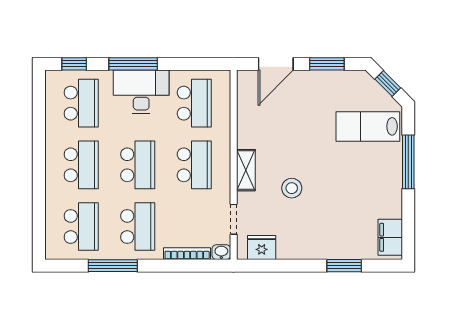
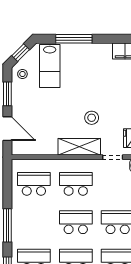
stool: (356, 86) -> (22, 74), added
desk: (141, 92) -> (26, 220), removed
shelving: (246, 170) -> (79, 147), width x1.50, depth x1.33

